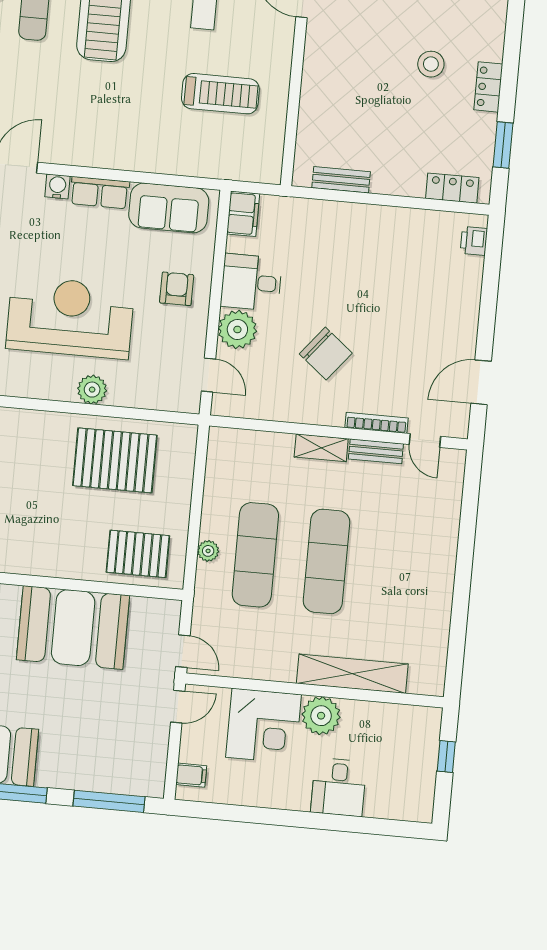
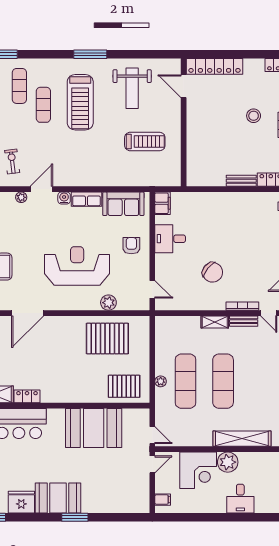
bench: (341, 180) -> (241, 181), moved
plant: (237, 329) -> (165, 264), removed
plant: (92, 390) -> (108, 303), moved
window: (109, 801) -> (121, 517), removed

